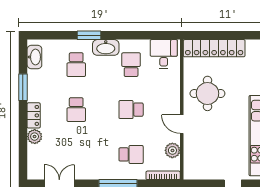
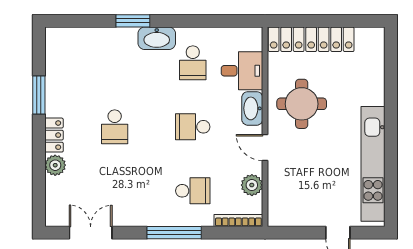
desk: (164, 54) -> (242, 71), moved, turned 90
washbasin: (34, 57) -> (252, 108), moved, turned 180
school desk: (76, 65) -> (115, 63), removed
school desk: (131, 65) -> (193, 63), turned 180

